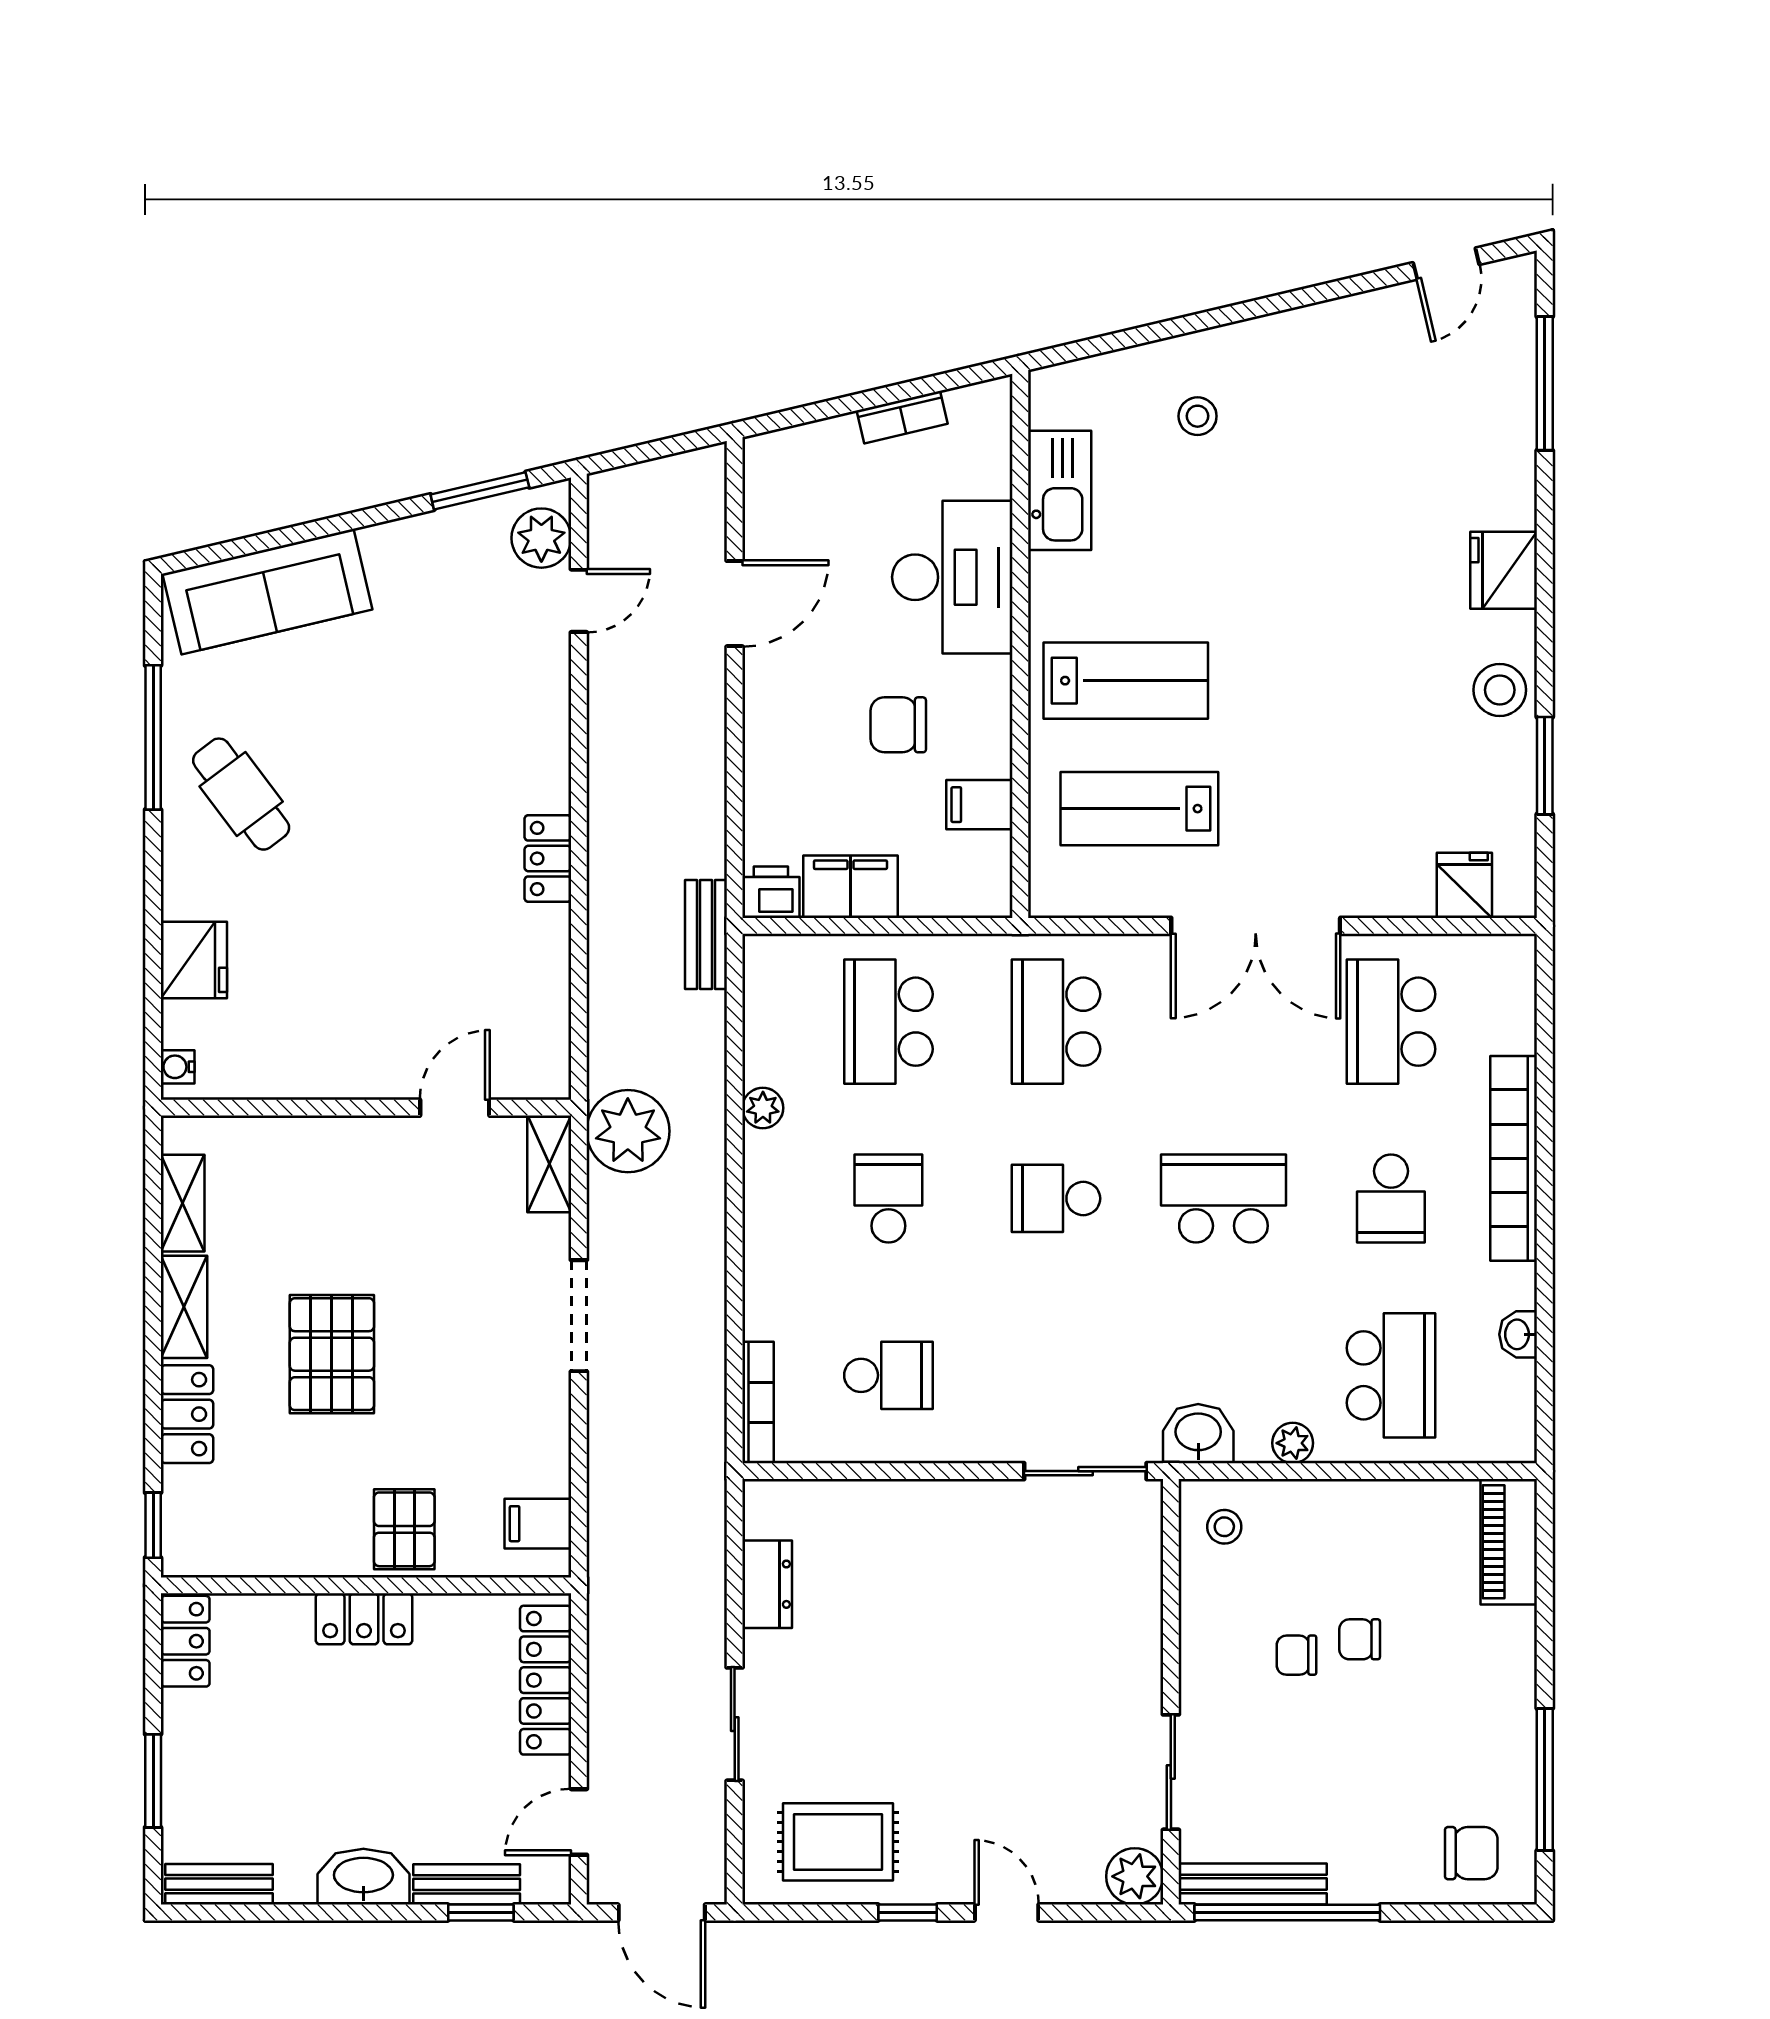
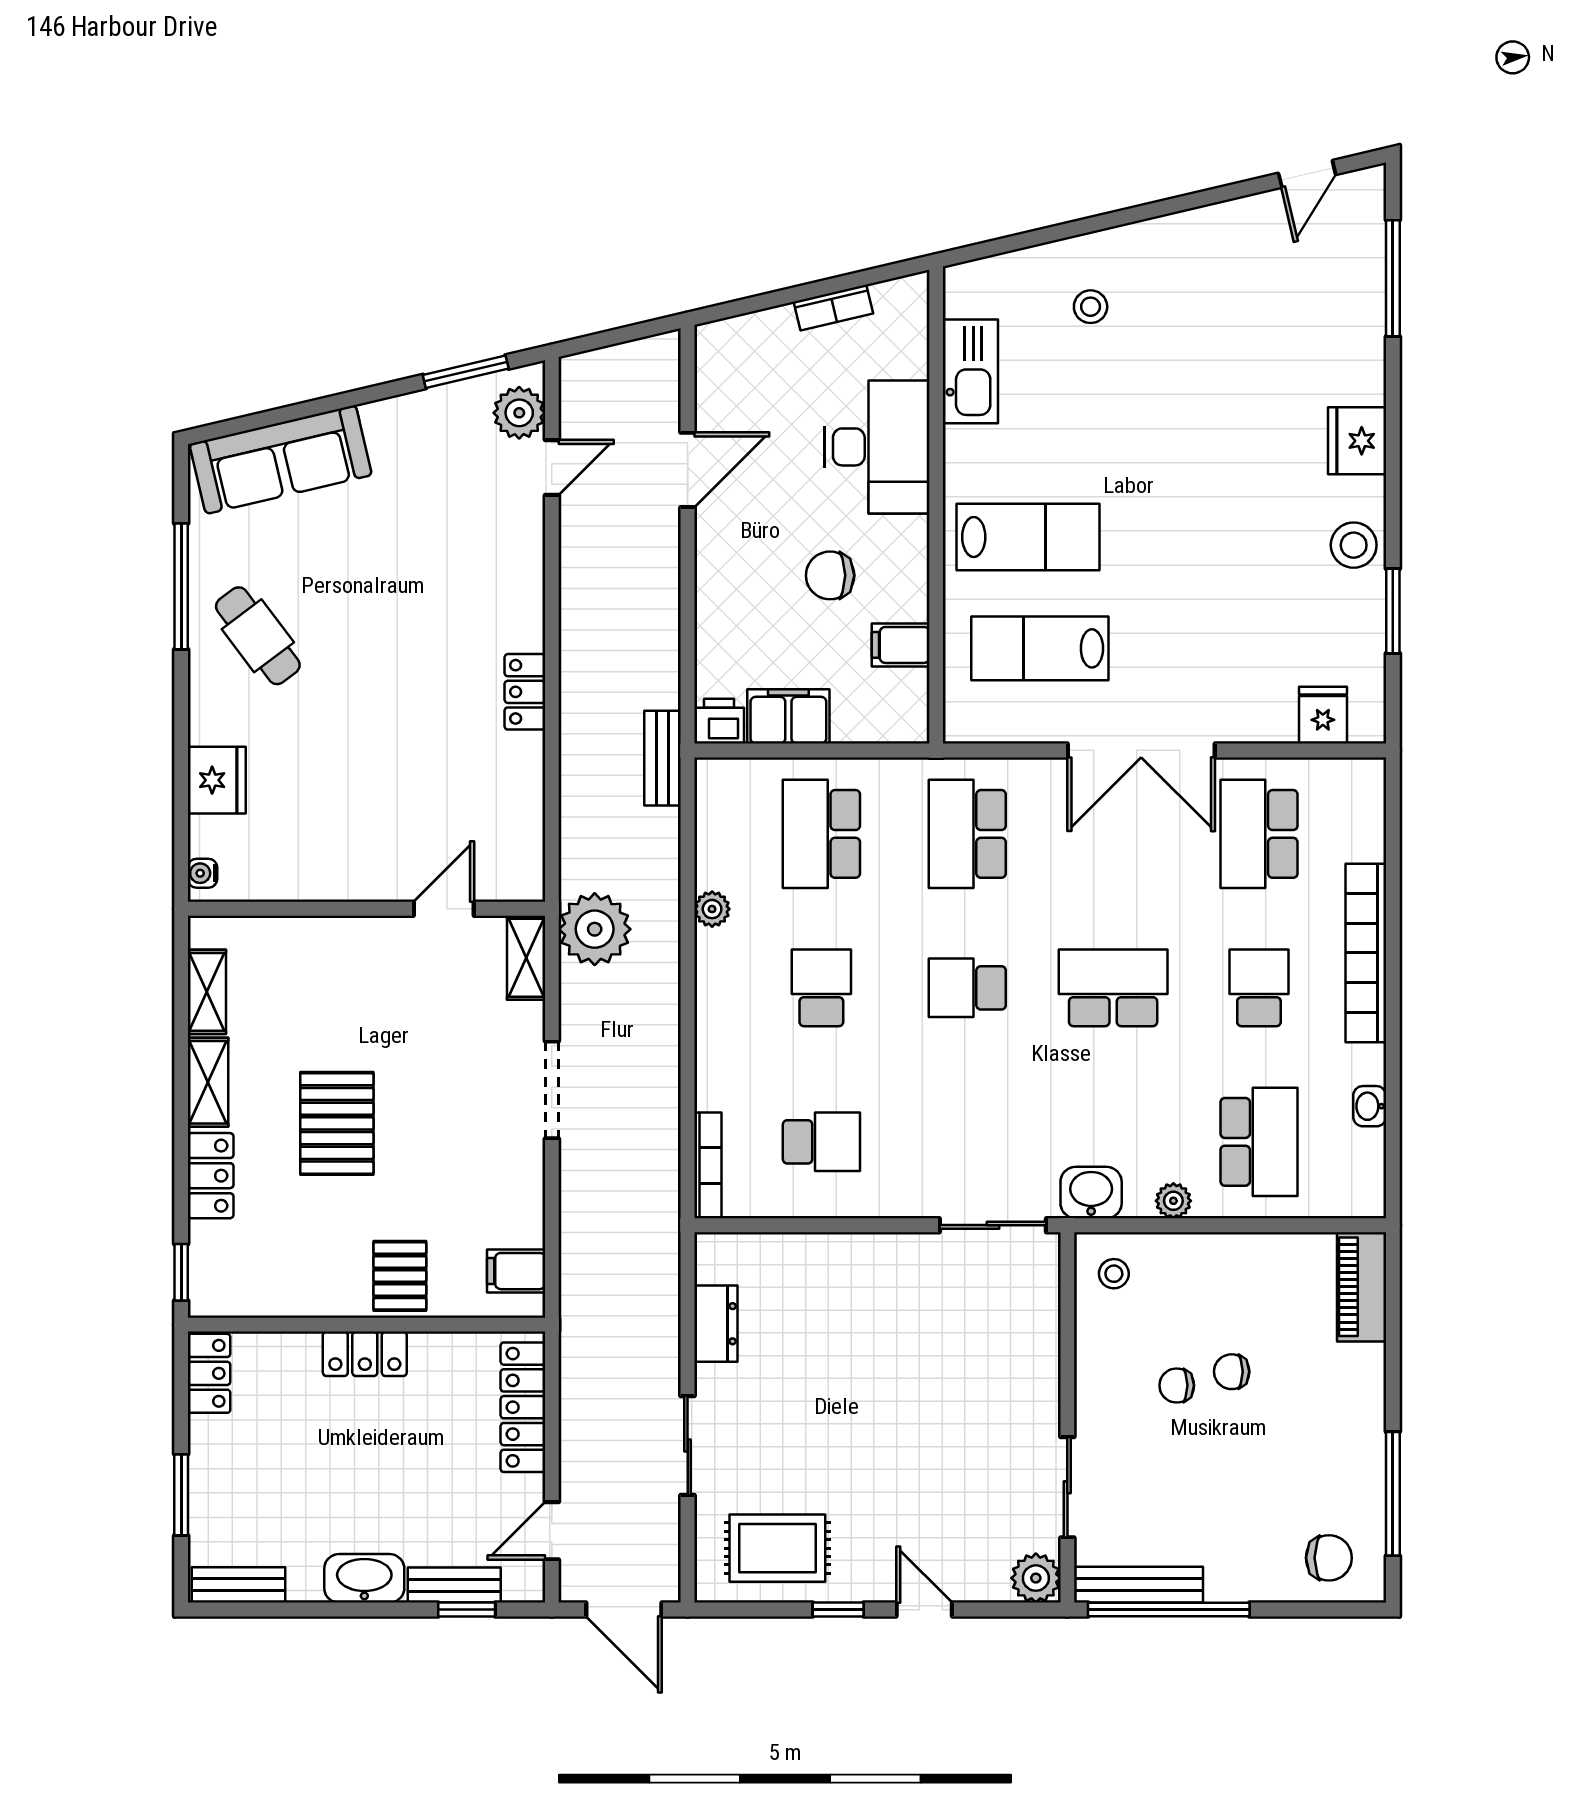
school desk: (1391, 1198) -> (1259, 988), turned 180

